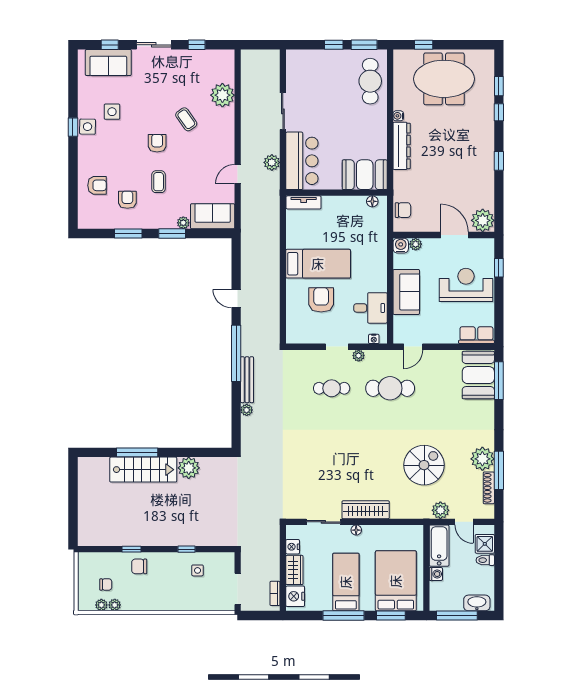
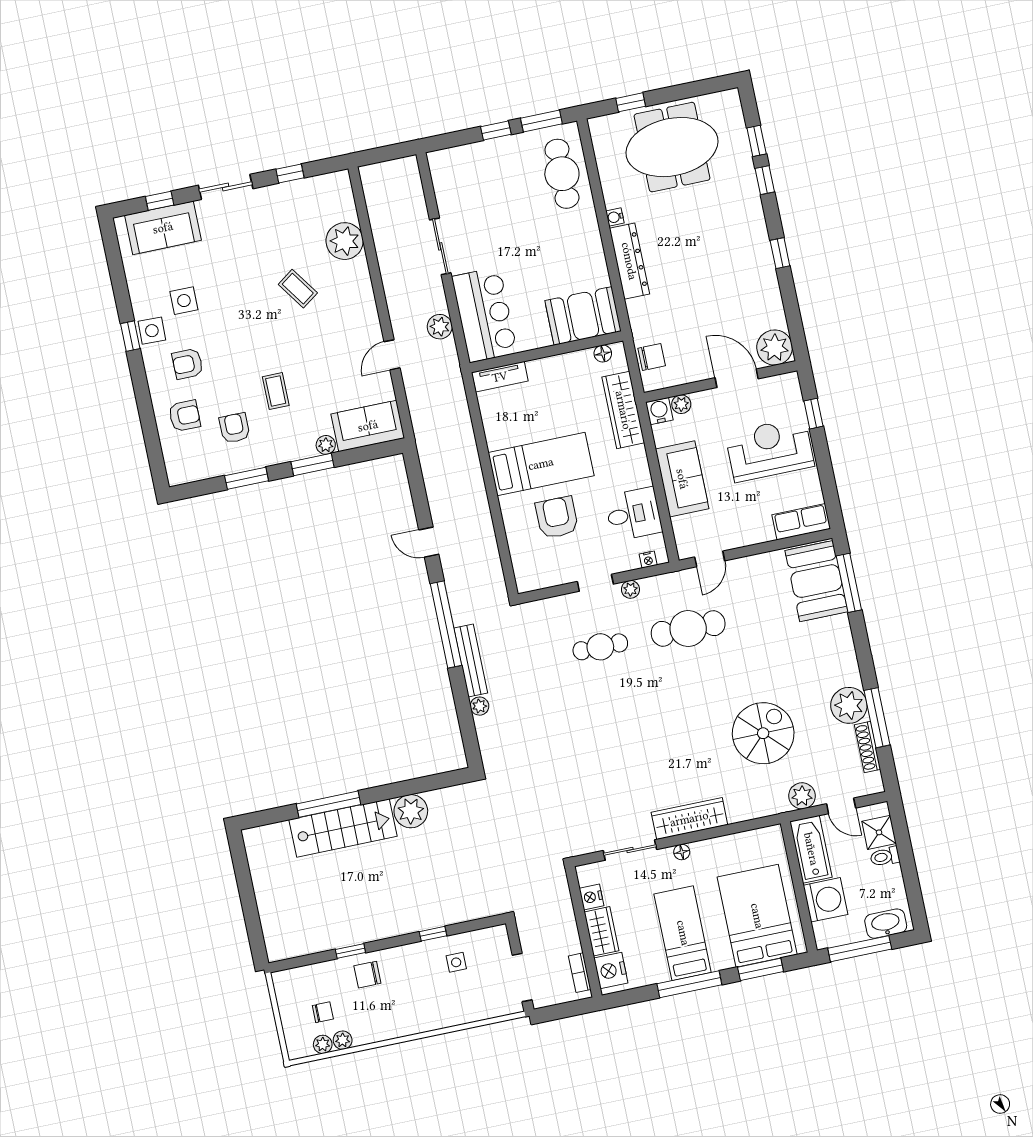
armchair: (157, 143) -> (188, 364), moved, turned -90
wardrobe: (378, 240) -> (623, 410), added
washing machine: (436, 574) -> (826, 900), width x1.89, depth x1.89

